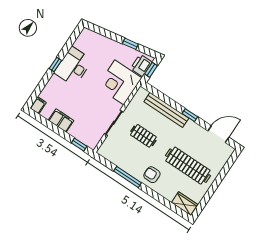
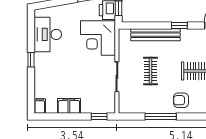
desk: (73, 66) -> (48, 34), moved
clothes rail: (143, 136) -> (151, 71), turned 90

